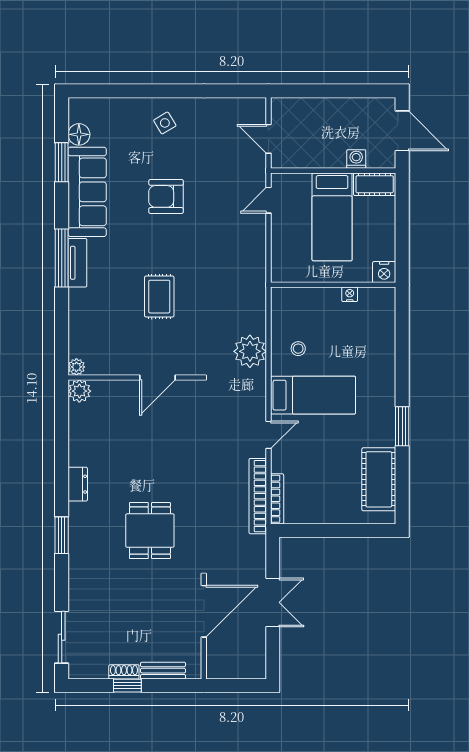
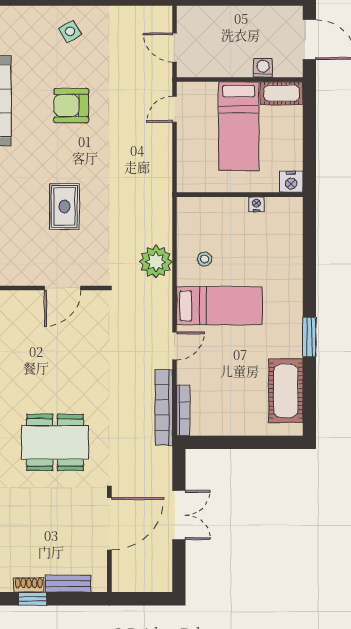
dining table: (150, 531) -> (55, 442), width x1.38

